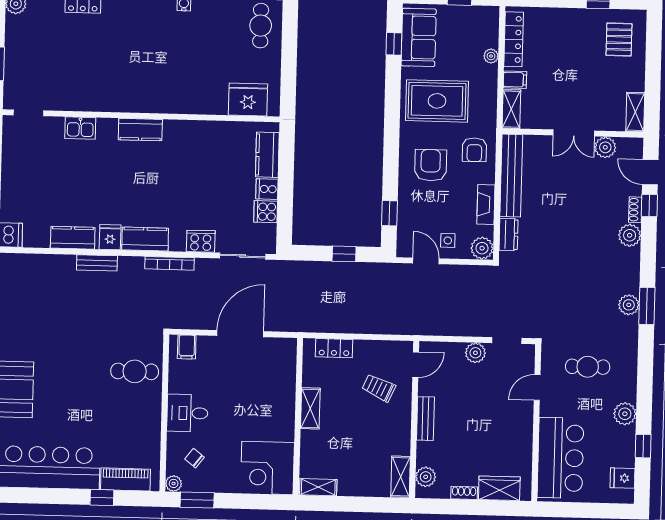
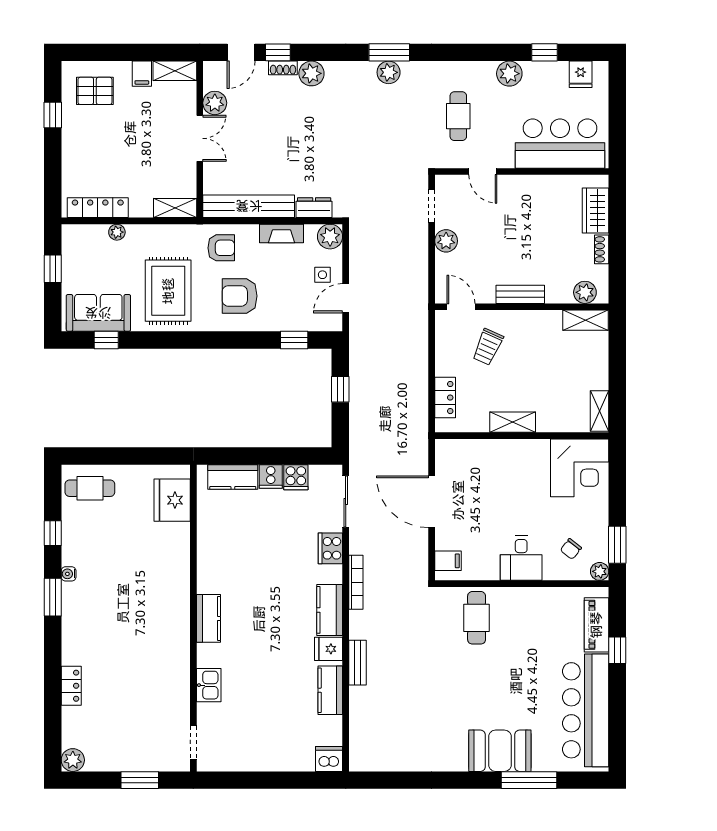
filing cabinet: (515, 80) -> (142, 74), moved, turned 180

